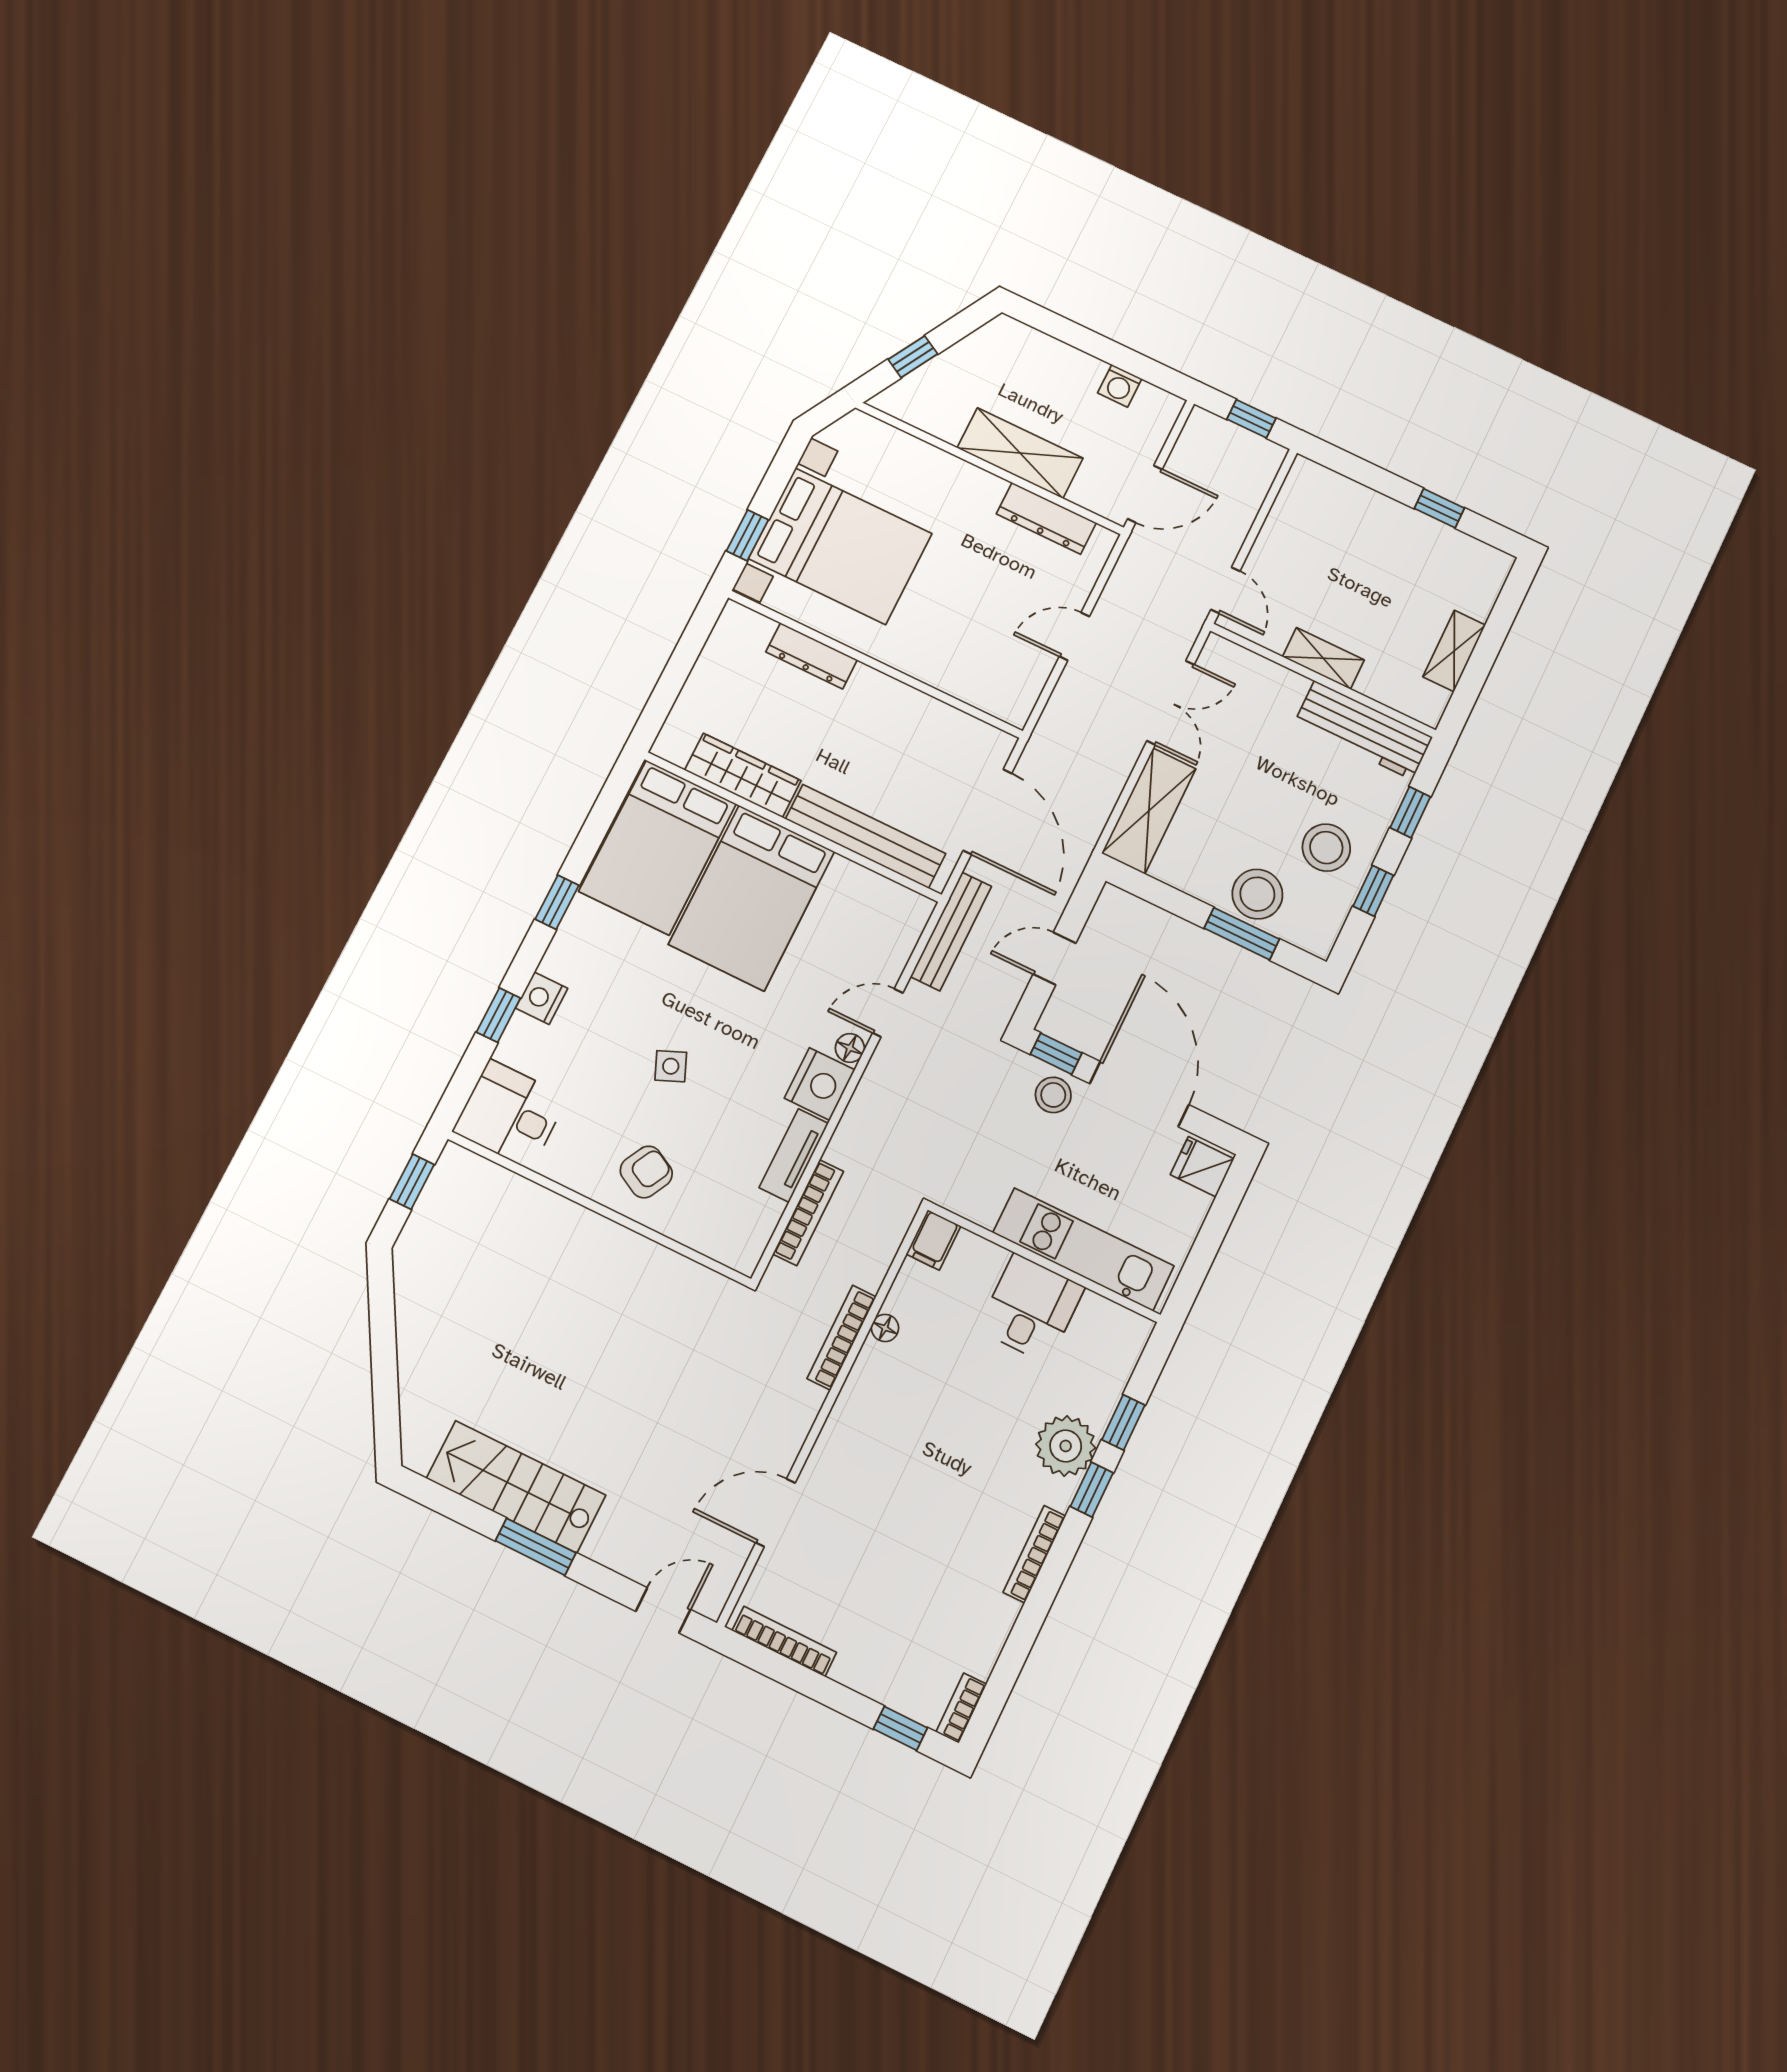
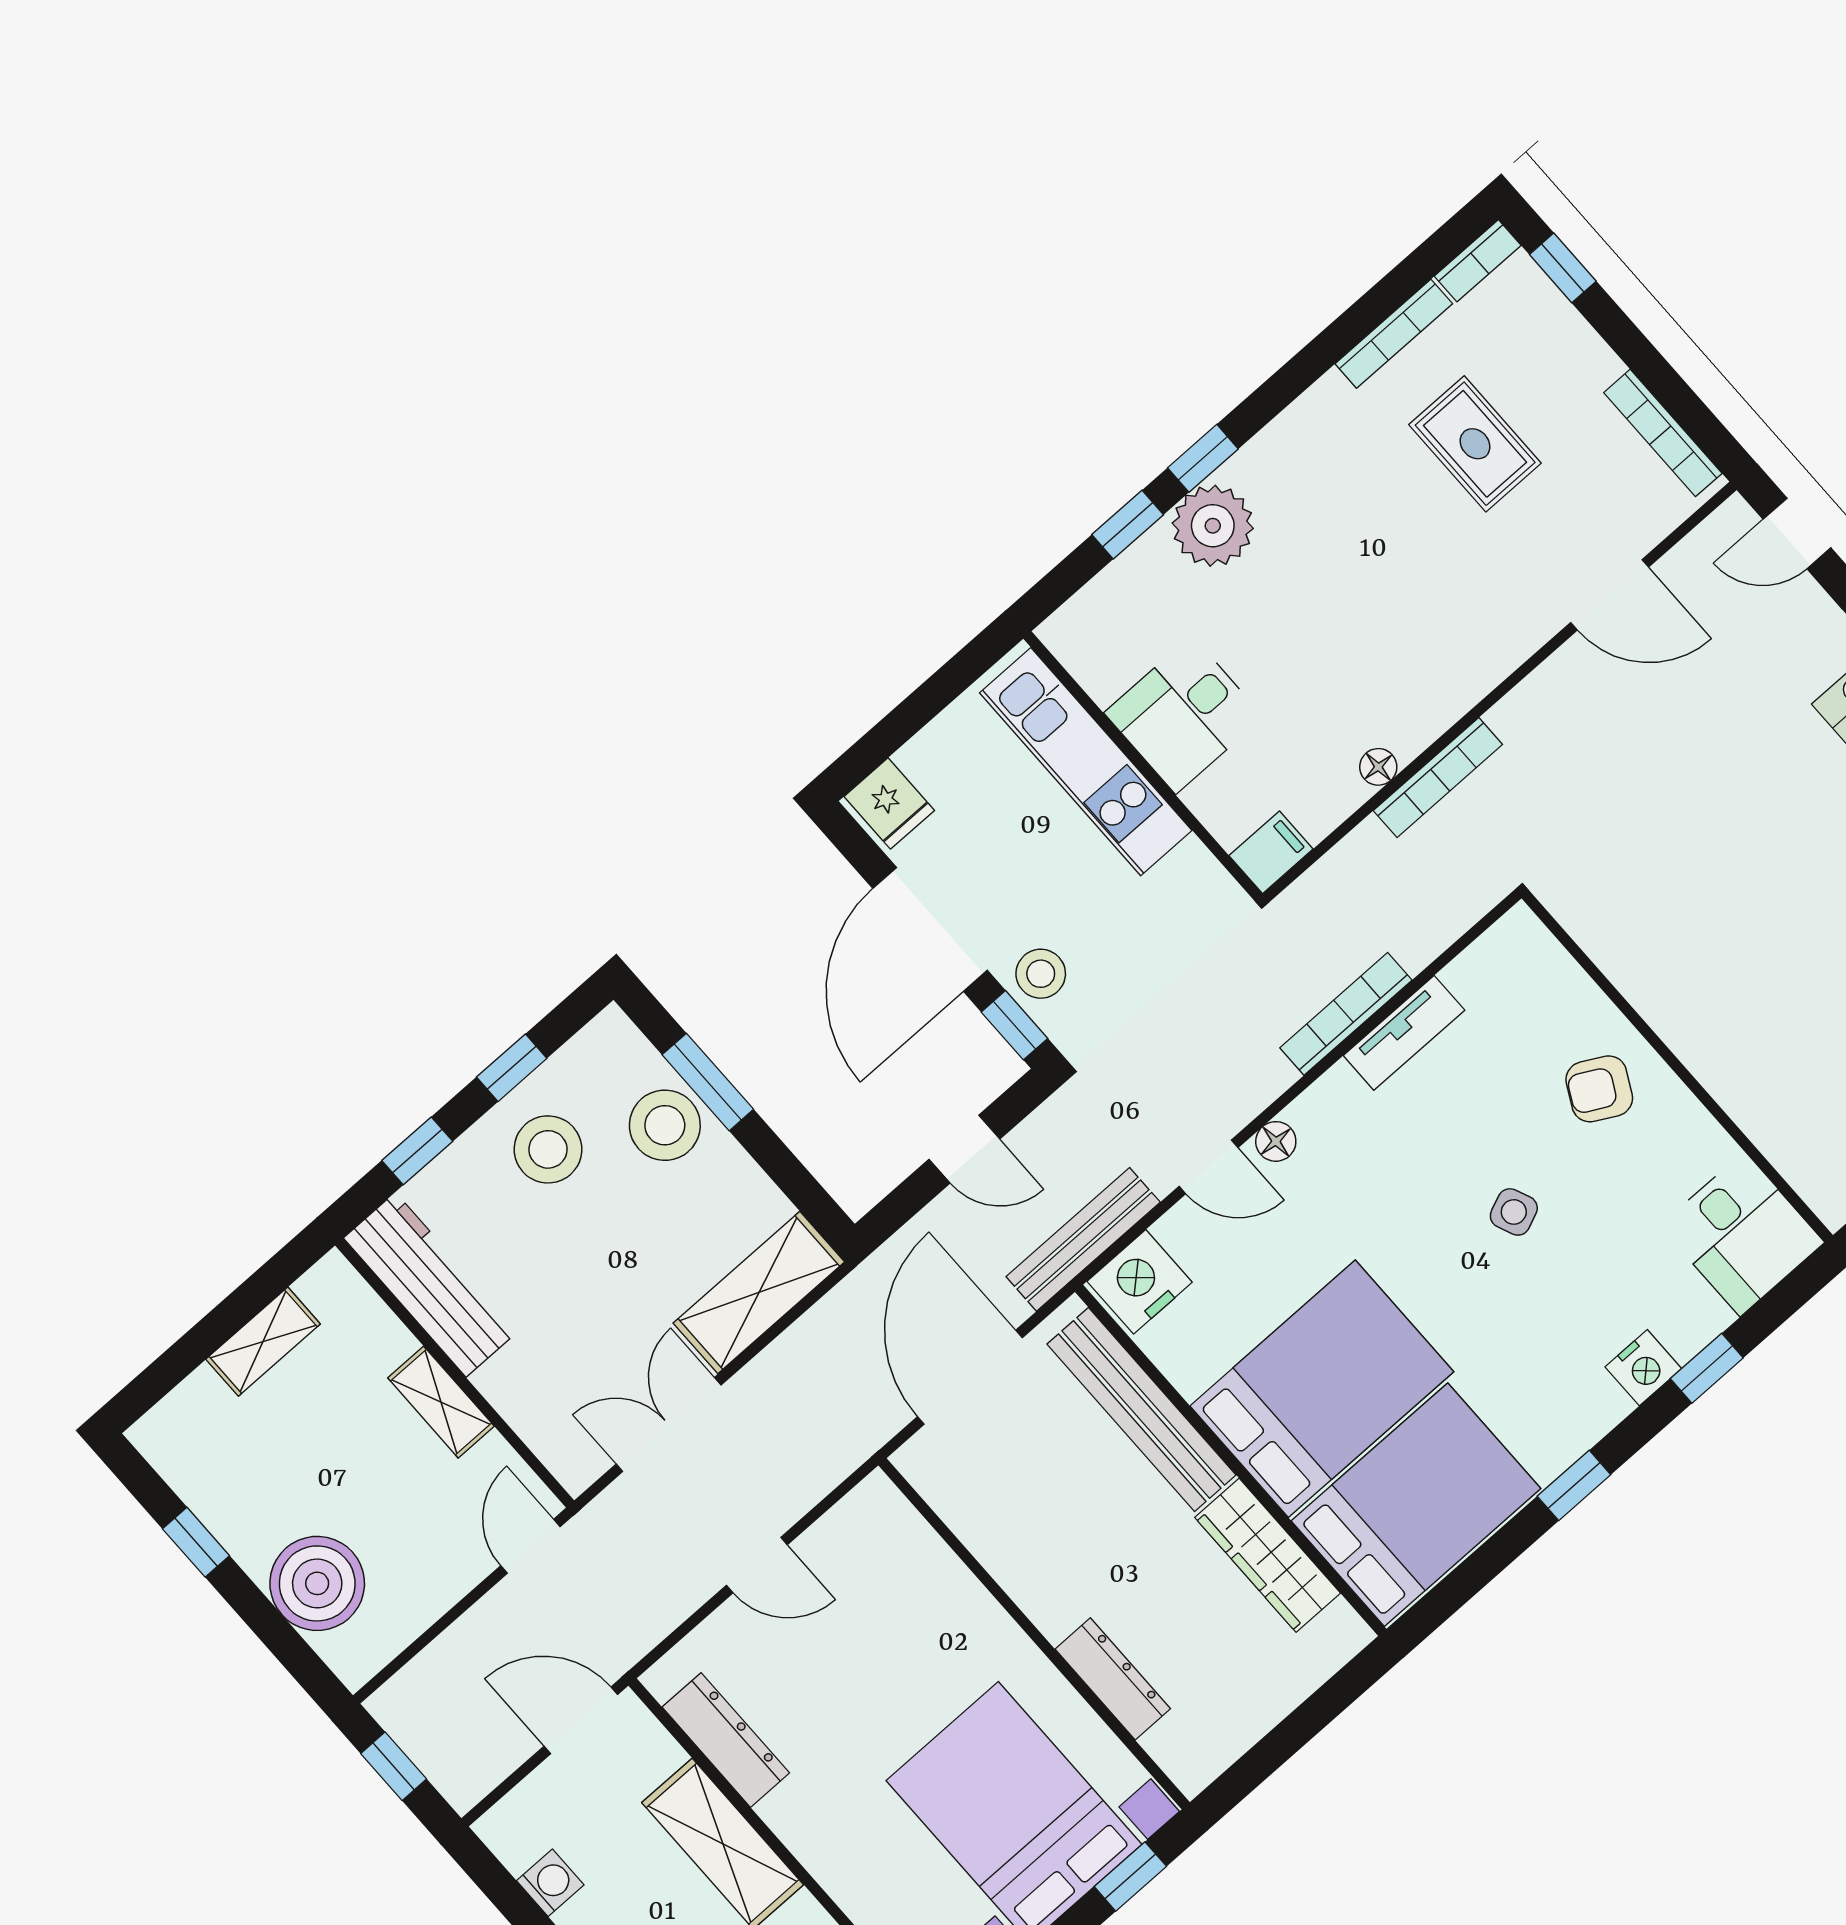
boiler: (1351, 513) -> (317, 1583), added
nightstand: (820, 1084) -> (1140, 1282), moved
bookcase: (808, 1213) -> (1346, 1014), moved
bookcase: (1034, 1554) -> (1394, 334), moved
rug: (911, 1579) -> (1475, 444), added

